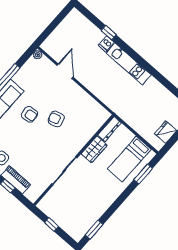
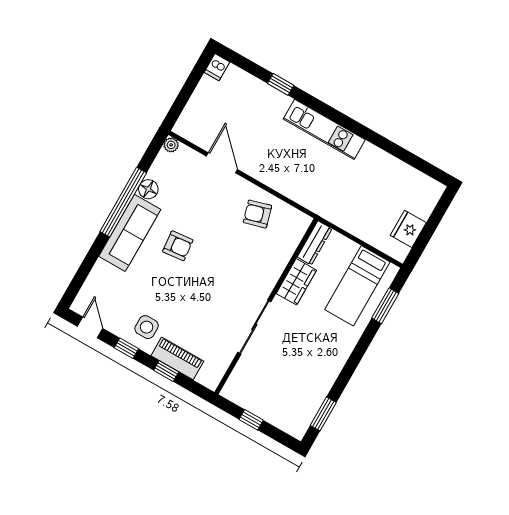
dishwasher: (106, 44) -> (217, 67), moved
floor lamp: (19, 78) -> (148, 189), added
armchair: (56, 119) -> (257, 214), moved

